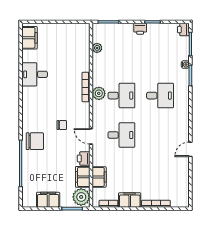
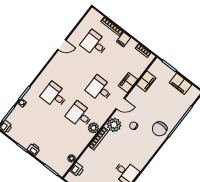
door: (91, 136) -> (120, 104), hinge flipped
chair: (35, 141) -> (160, 129), turned -90
printer: (84, 158) -> (77, 170), moved
desk: (160, 174) -> (94, 44), added
filing cabinet: (99, 177) -> (128, 83), moved
plant: (81, 197) -> (114, 125), moved
filing cabinet: (130, 200) -> (124, 39), width x0.50

